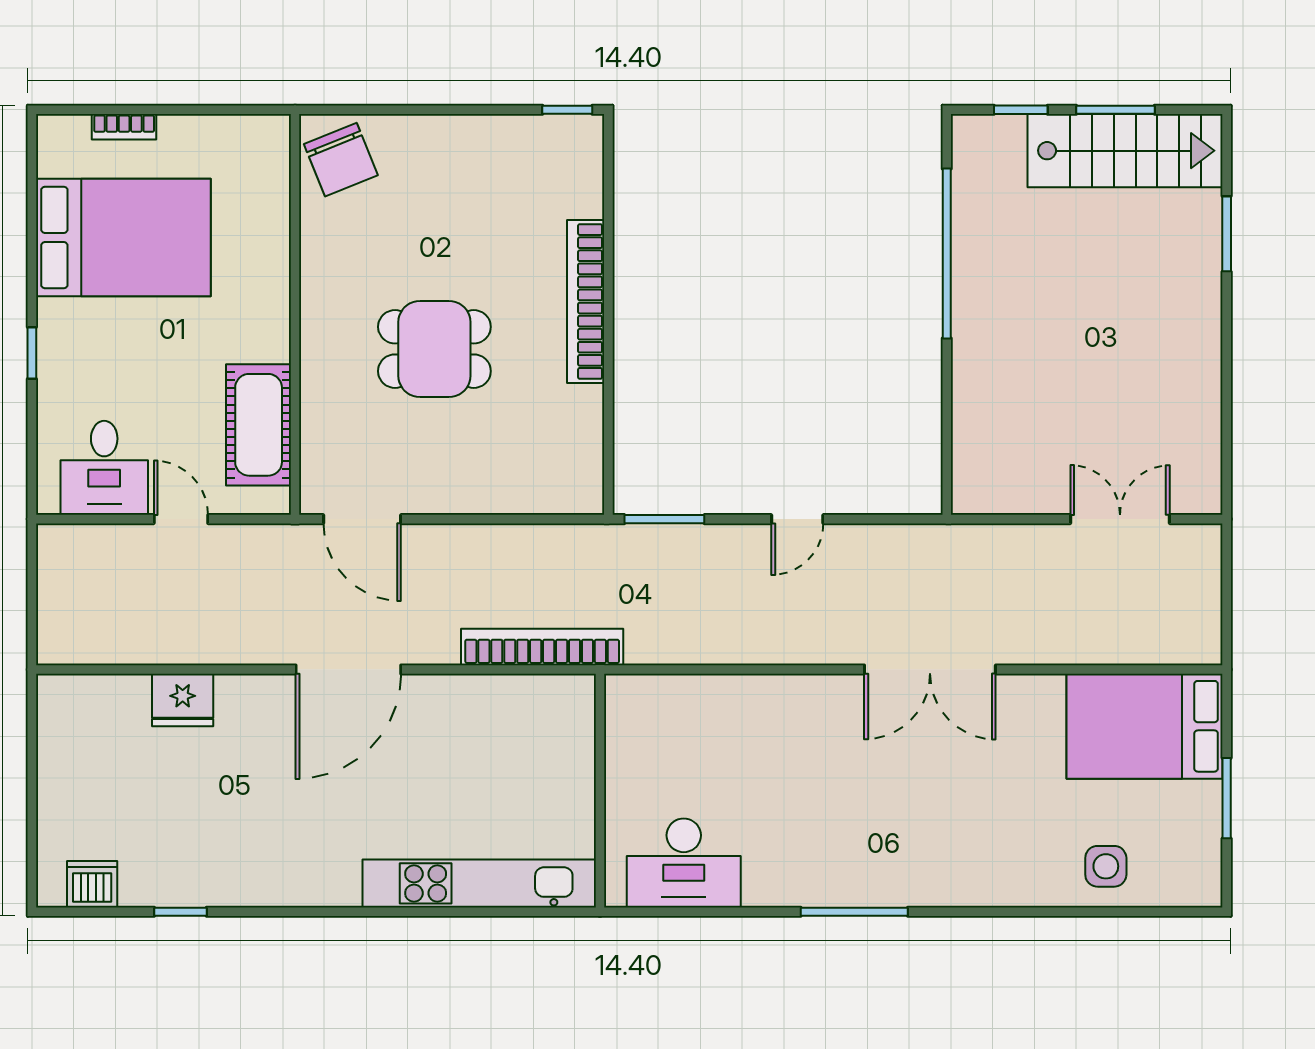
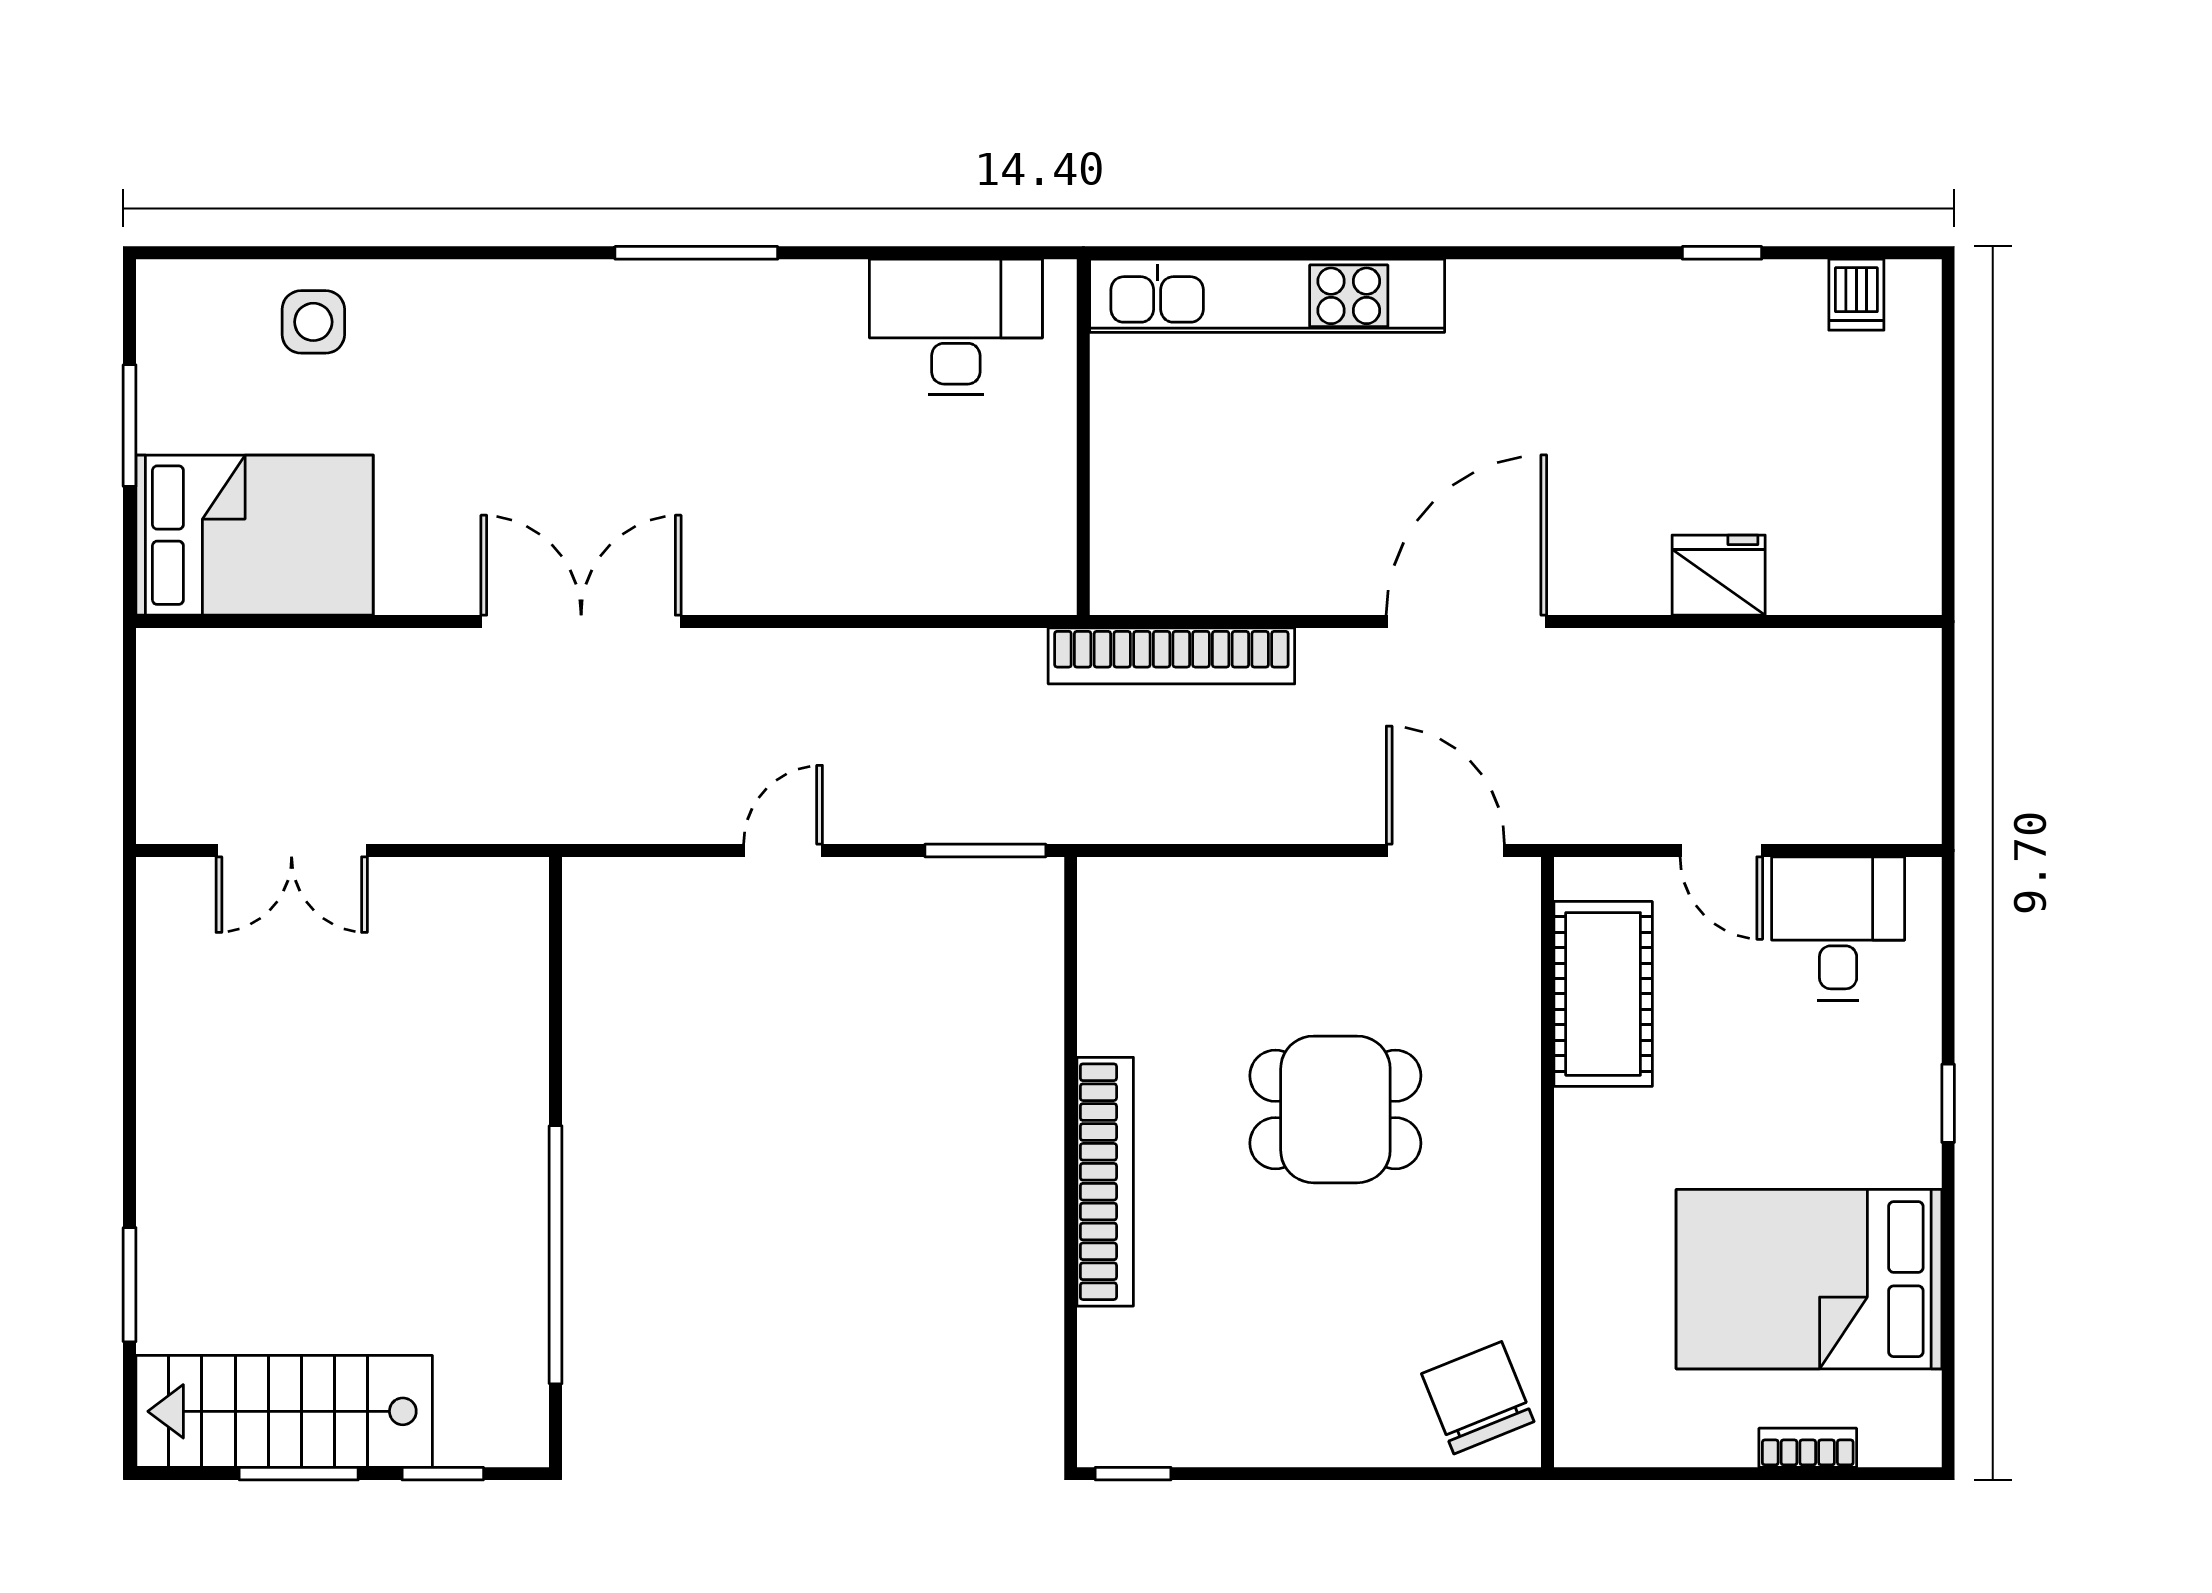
dishwasher: (92, 884) -> (1856, 295), width x0.73

